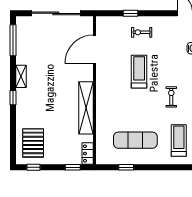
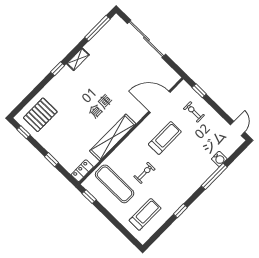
door: (95, 49) -> (160, 102), moved
wall: (95, 90) -> (131, 131), moved
exercise bike: (171, 97) -> (144, 173), moved
shelving: (86, 108) -> (113, 137), moved
locker: (88, 154) -> (82, 171), moved

